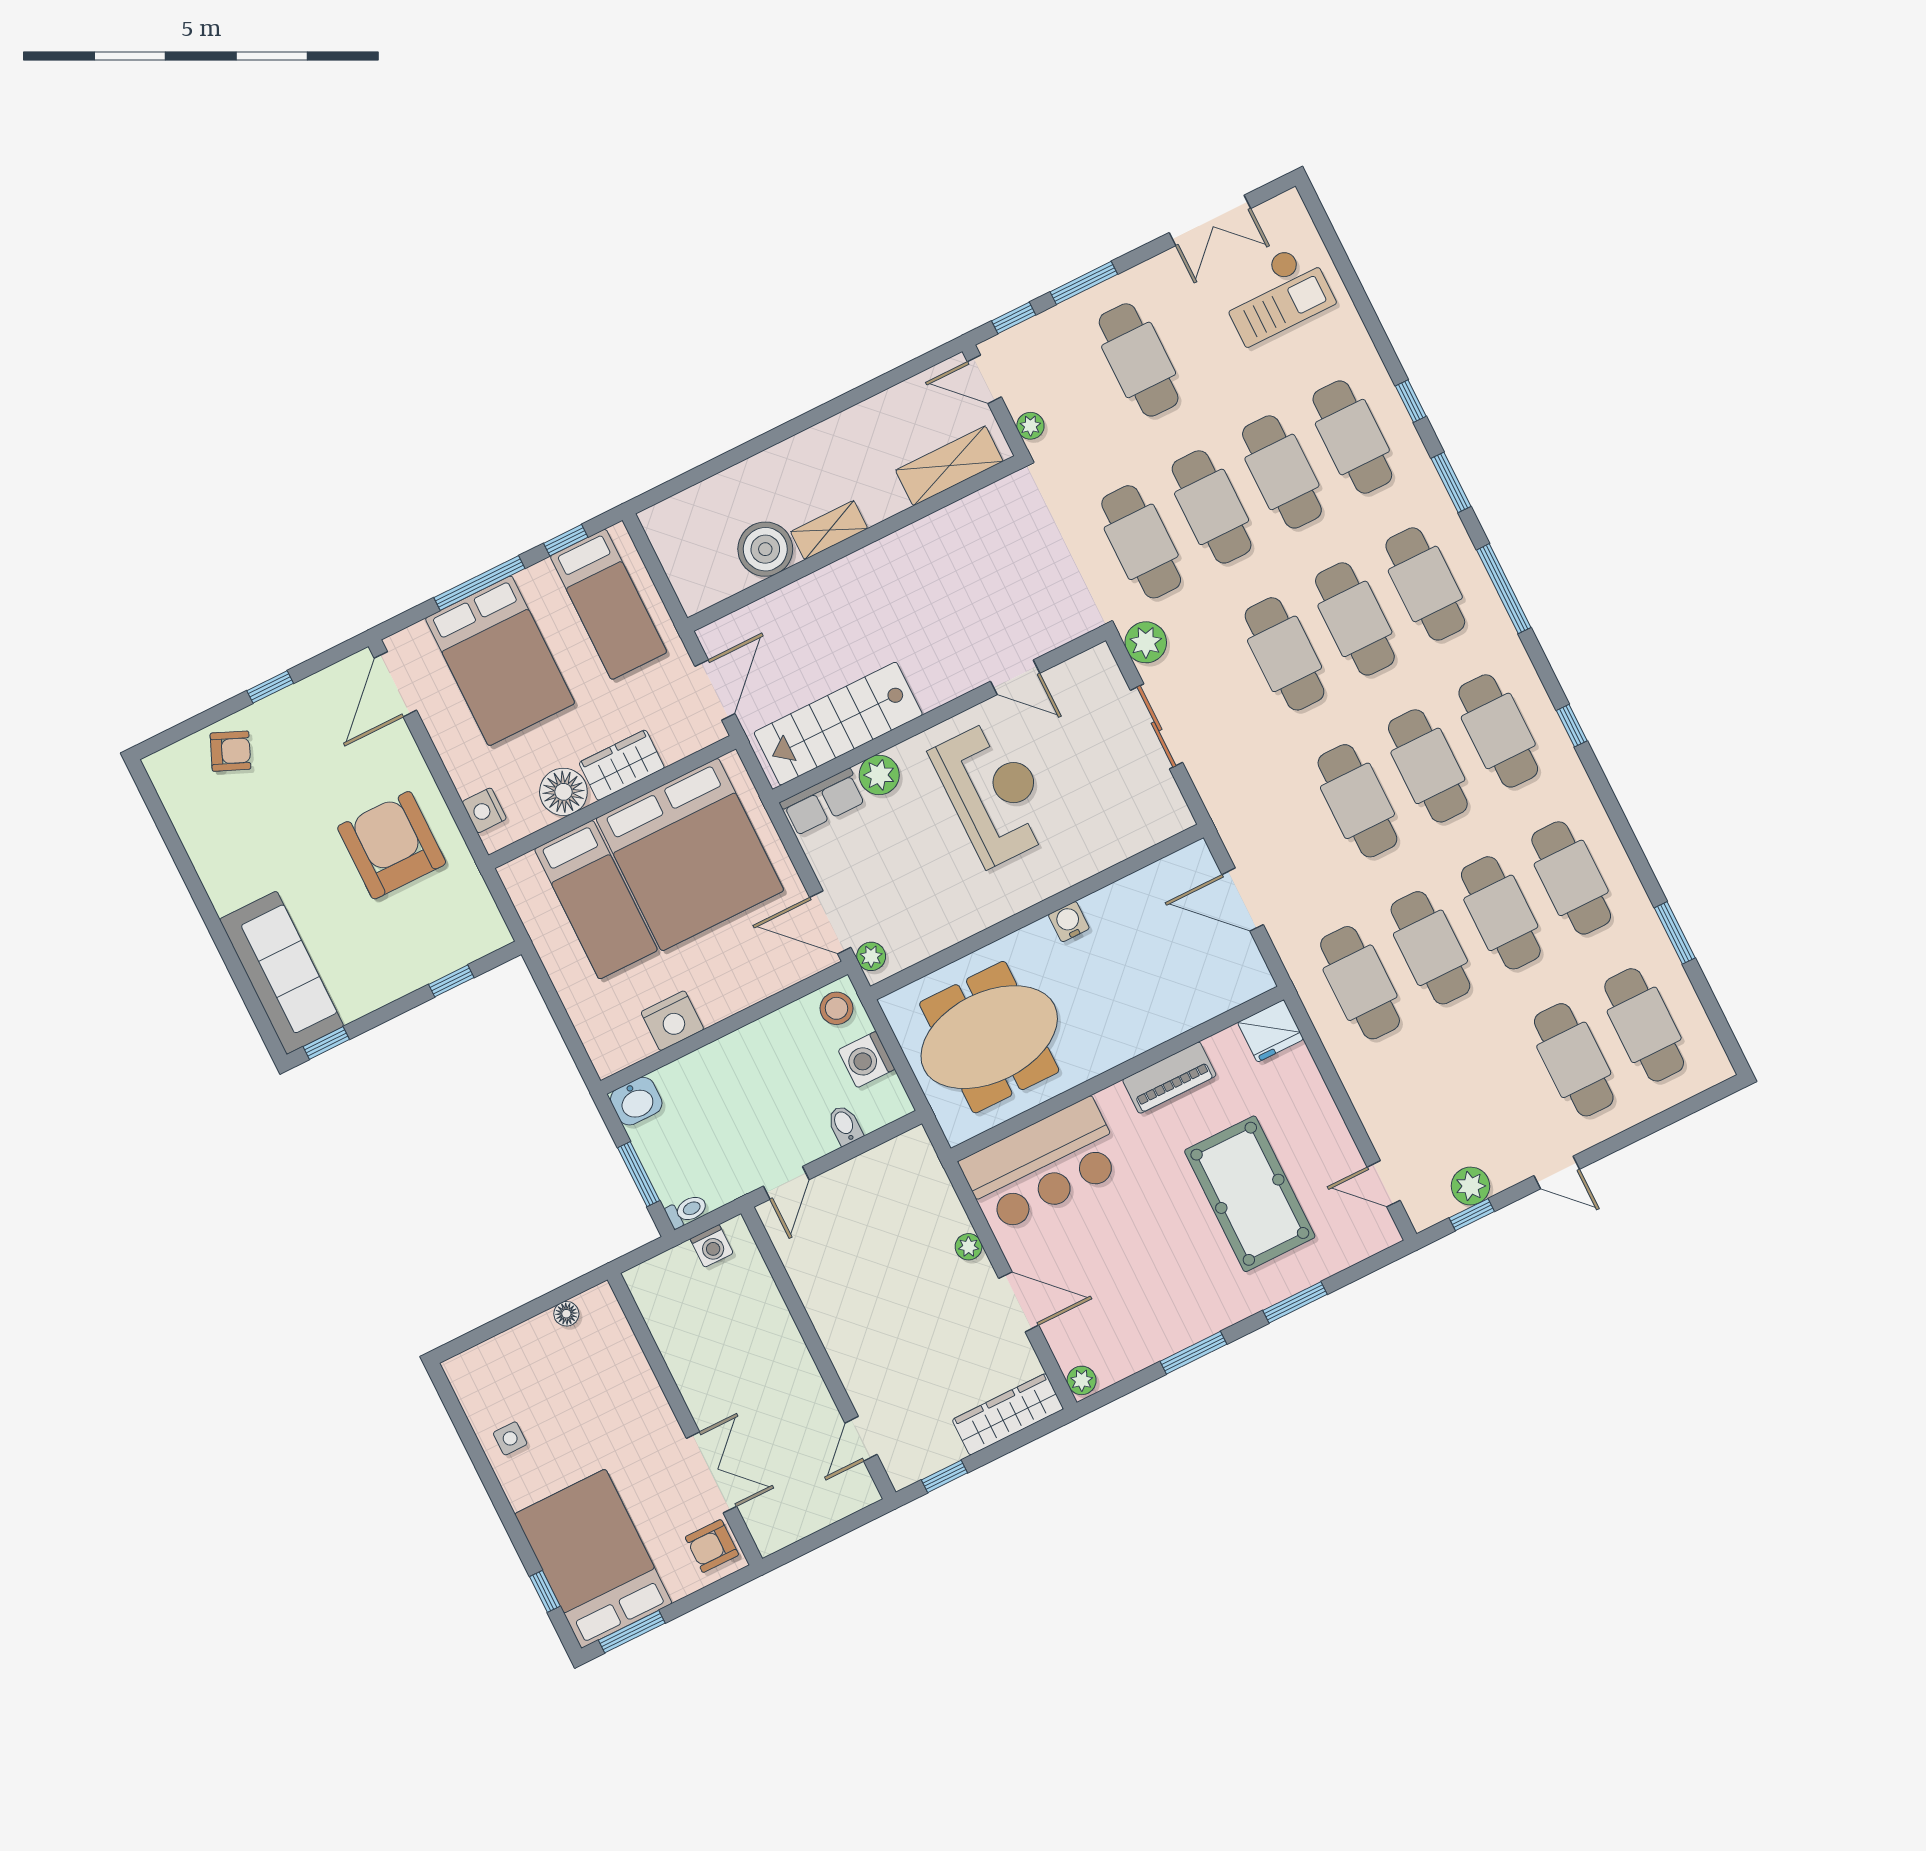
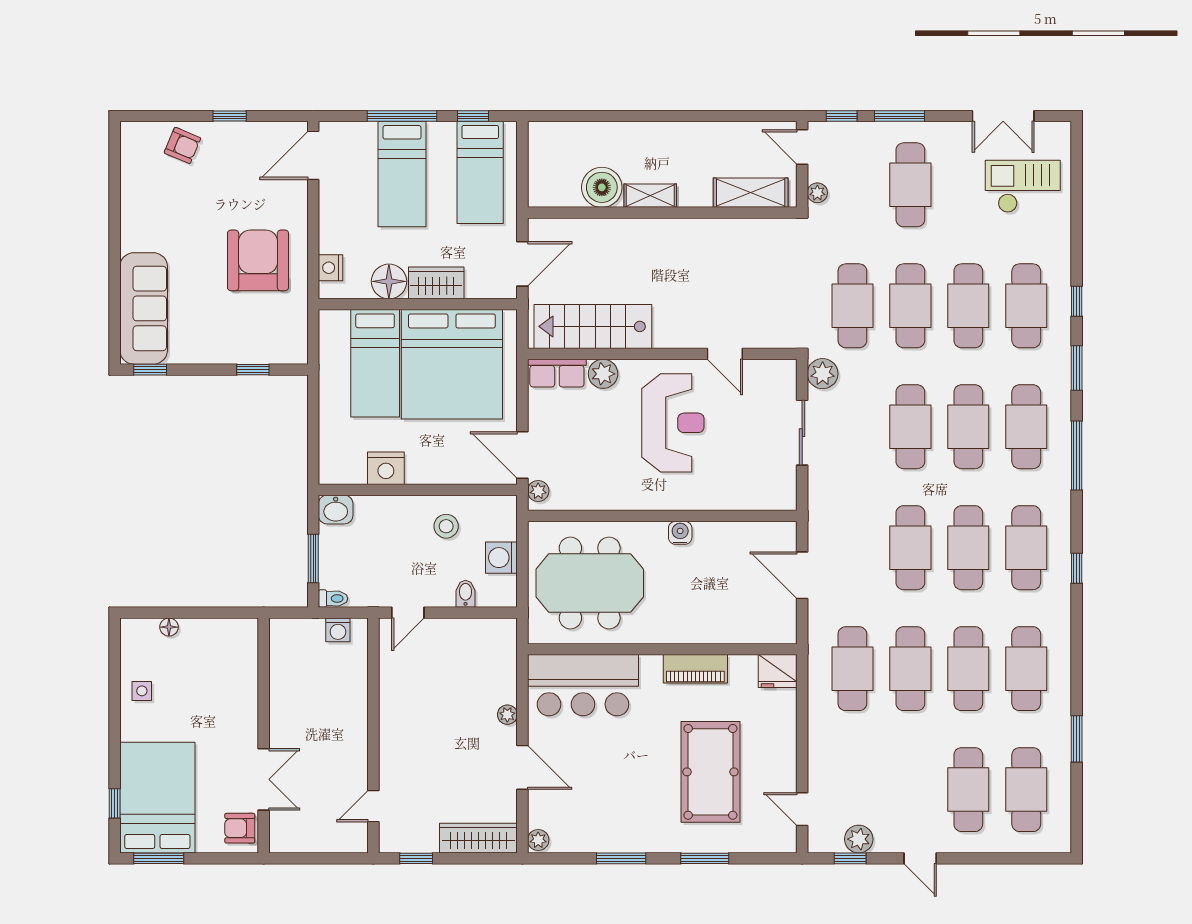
checkout: (1276, 294) -> (1023, 186), turned 180
bed: (500, 661) -> (402, 174), width x0.67
stool: (836, 1008) -> (446, 526), moved
floor lamp: (566, 1314) -> (169, 627), moved

